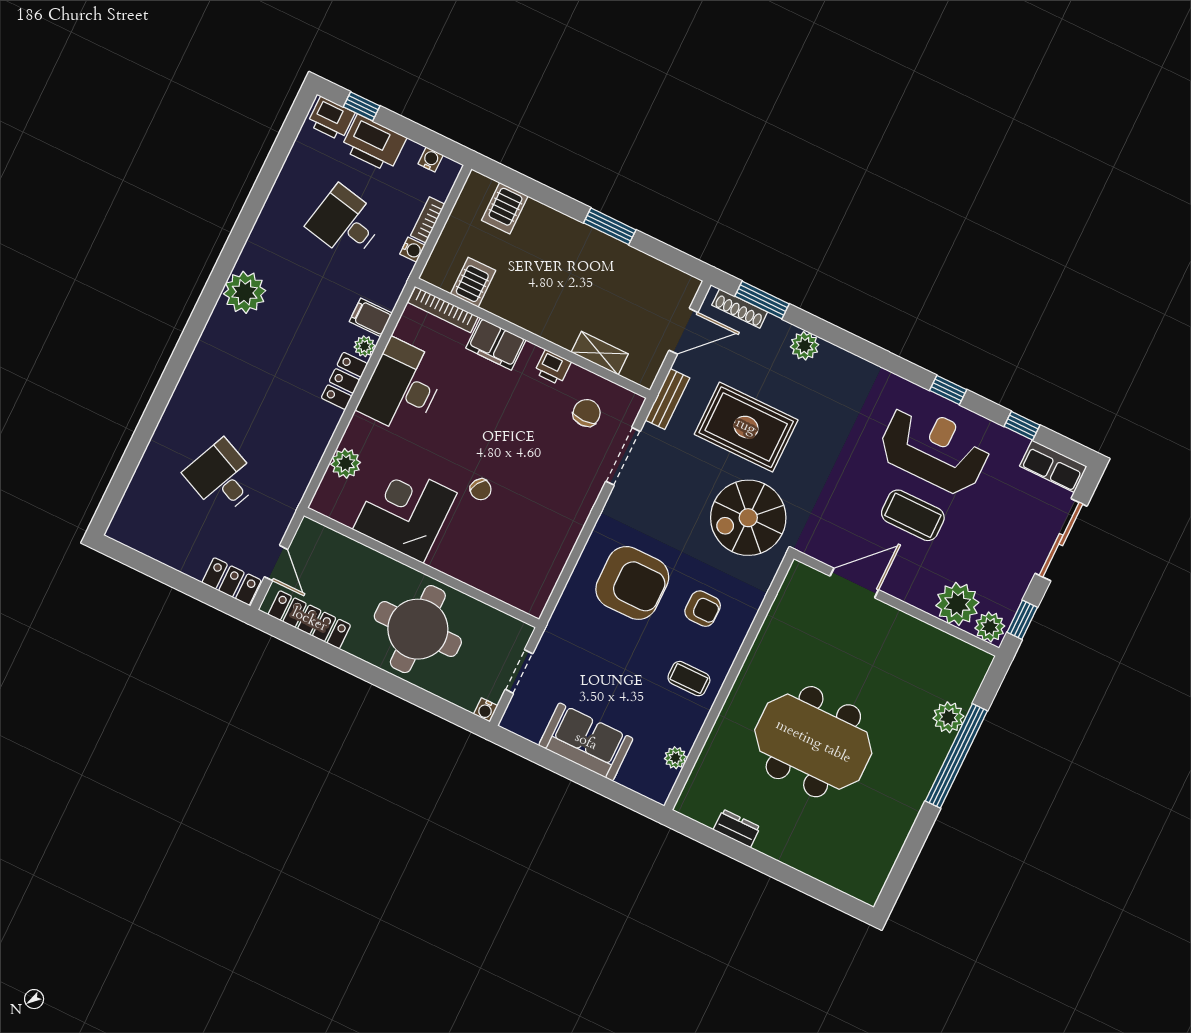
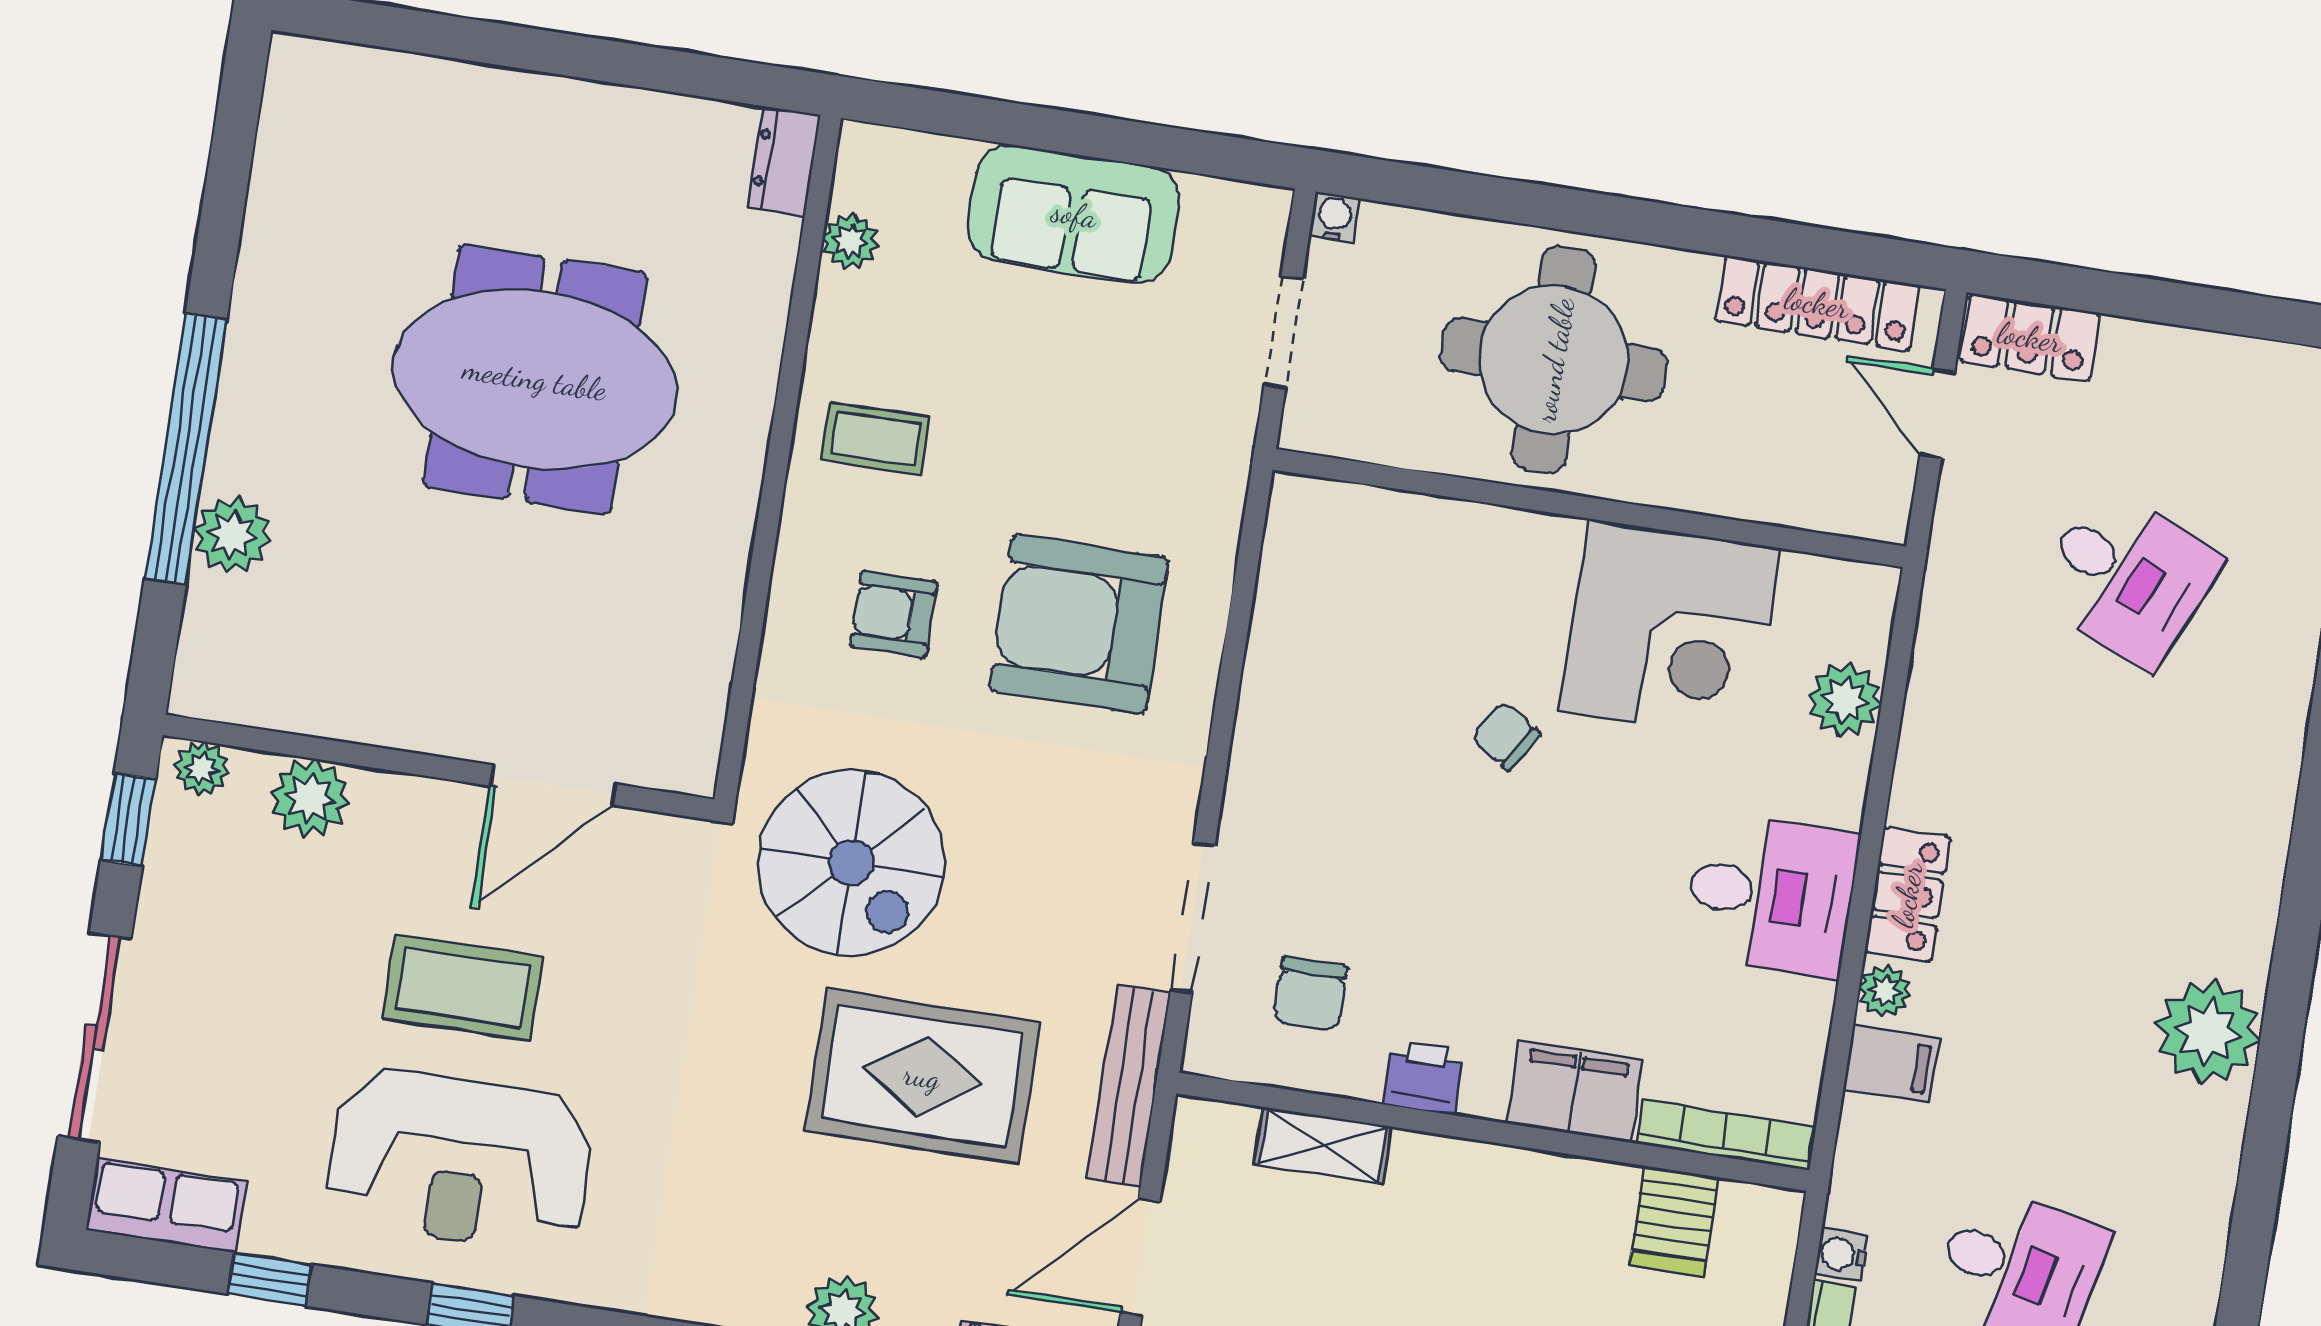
desk: (402, 387) -> (1771, 894), width x0.73
bench: (668, 399) -> (1129, 1086), width x1.36
spiral stairs: (748, 518) -> (851, 863), turned 90
plant: (957, 604) -> (310, 798), width x0.73, depth x0.73
plant: (990, 627) -> (201, 769), width x0.73, depth x0.73
dresser: (737, 828) -> (784, 161), moved, turned 90

